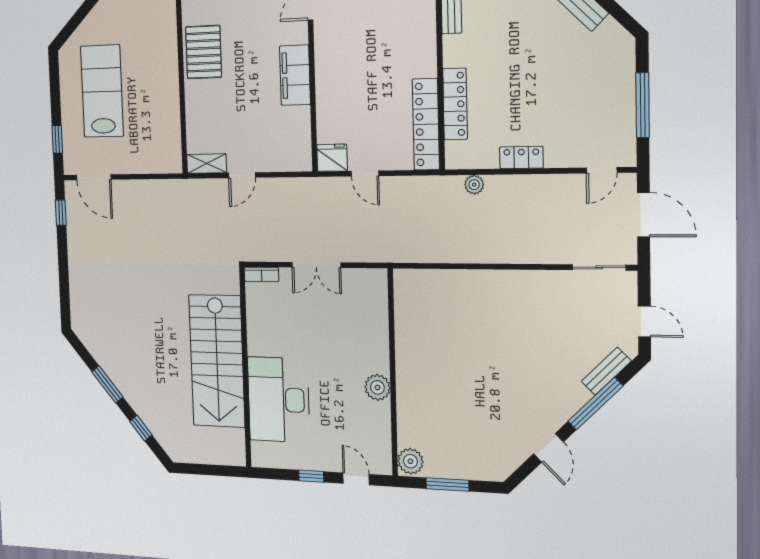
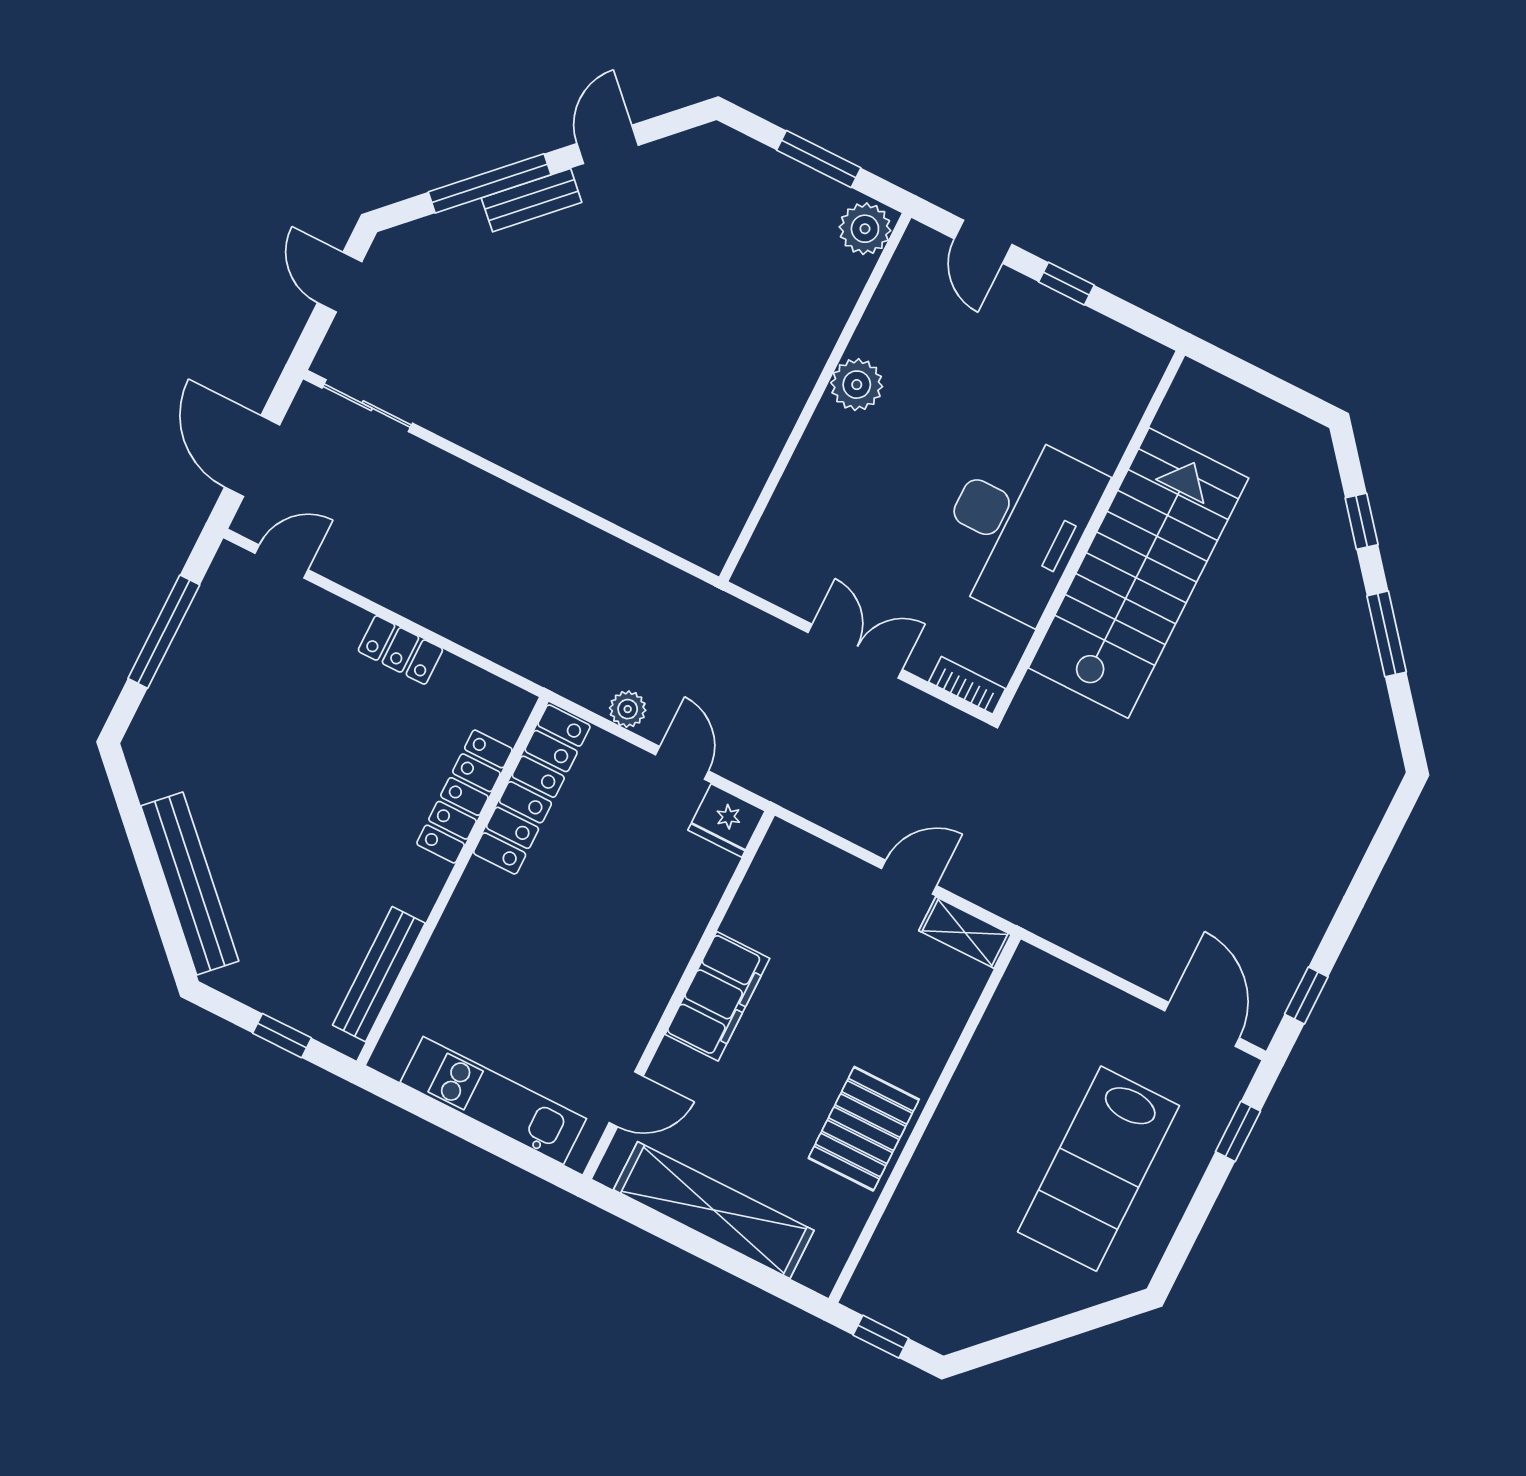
plant: (474, 185) -> (628, 709), moved
bench: (606, 371) -> (532, 200), moved
desk: (279, 400) -> (1017, 525), moved

